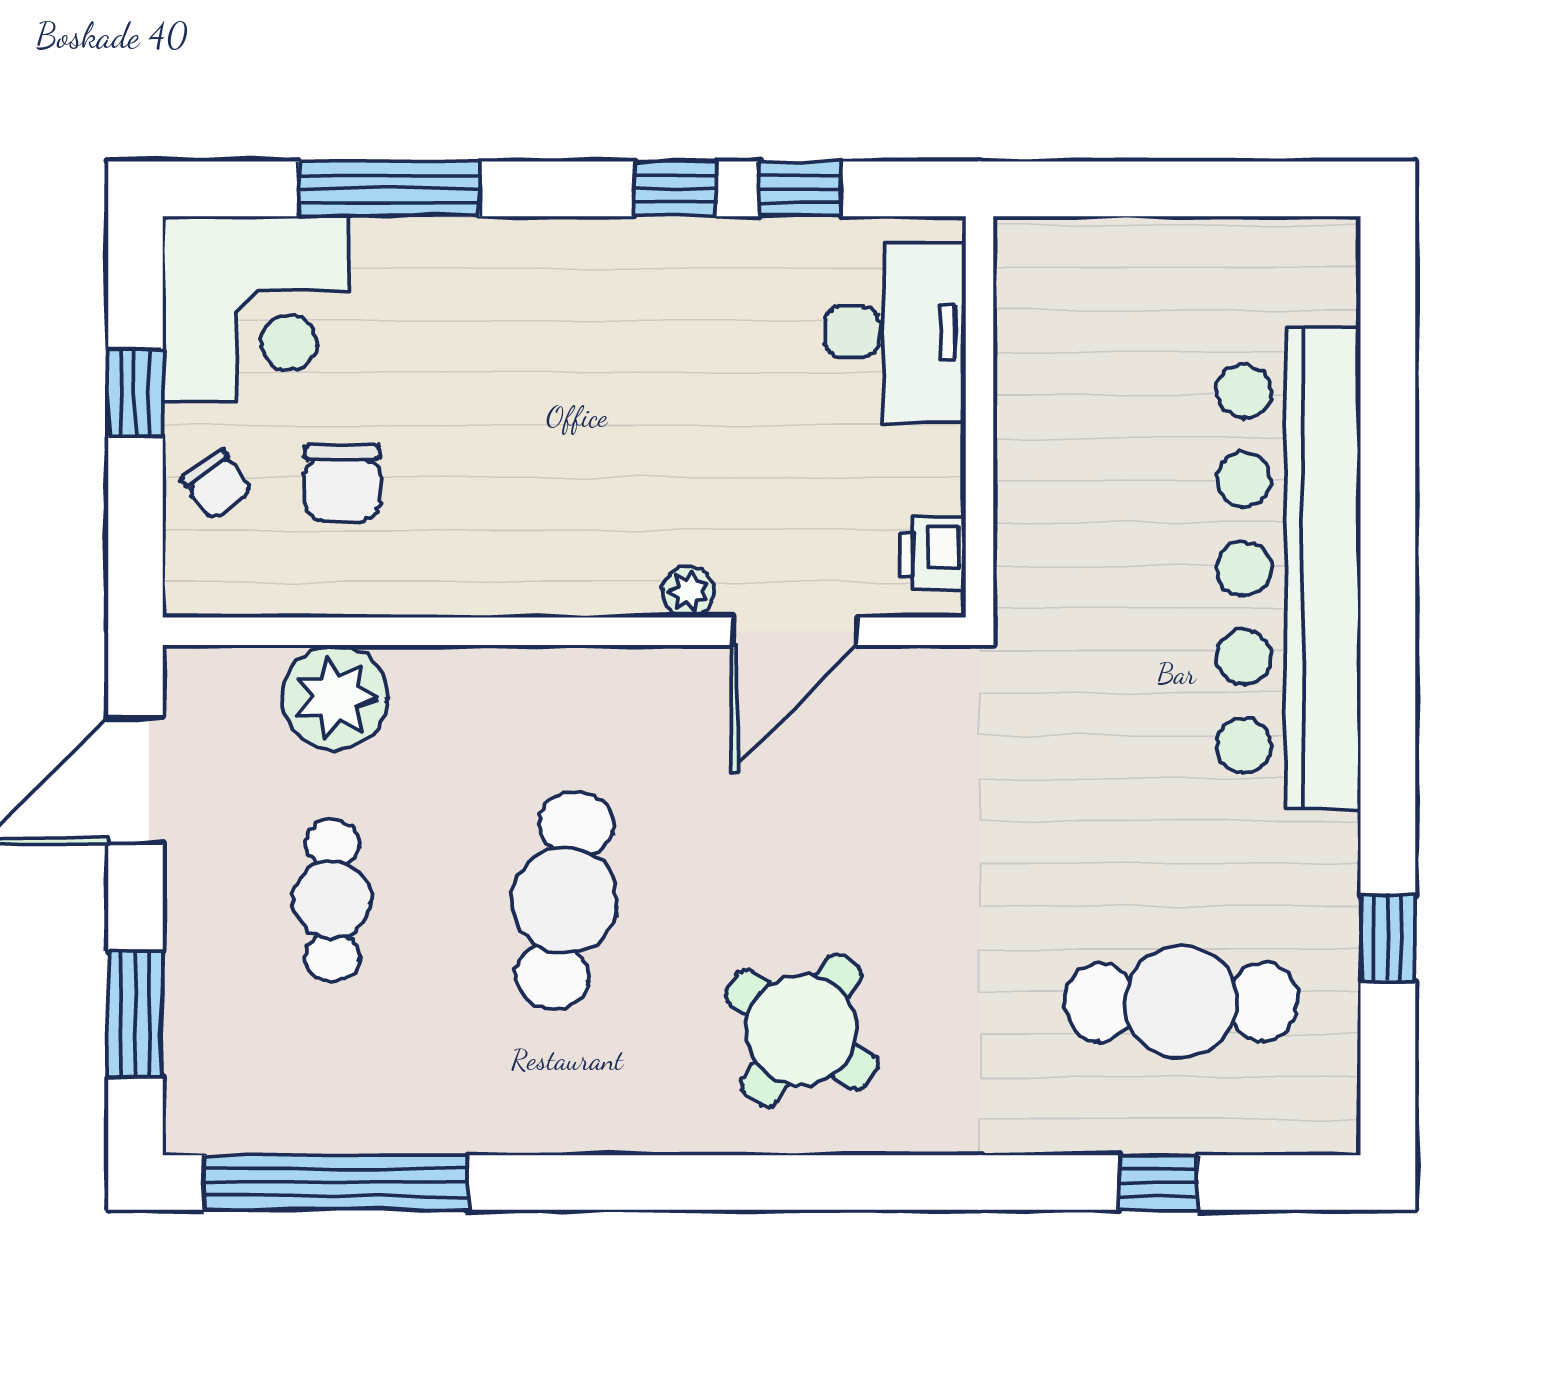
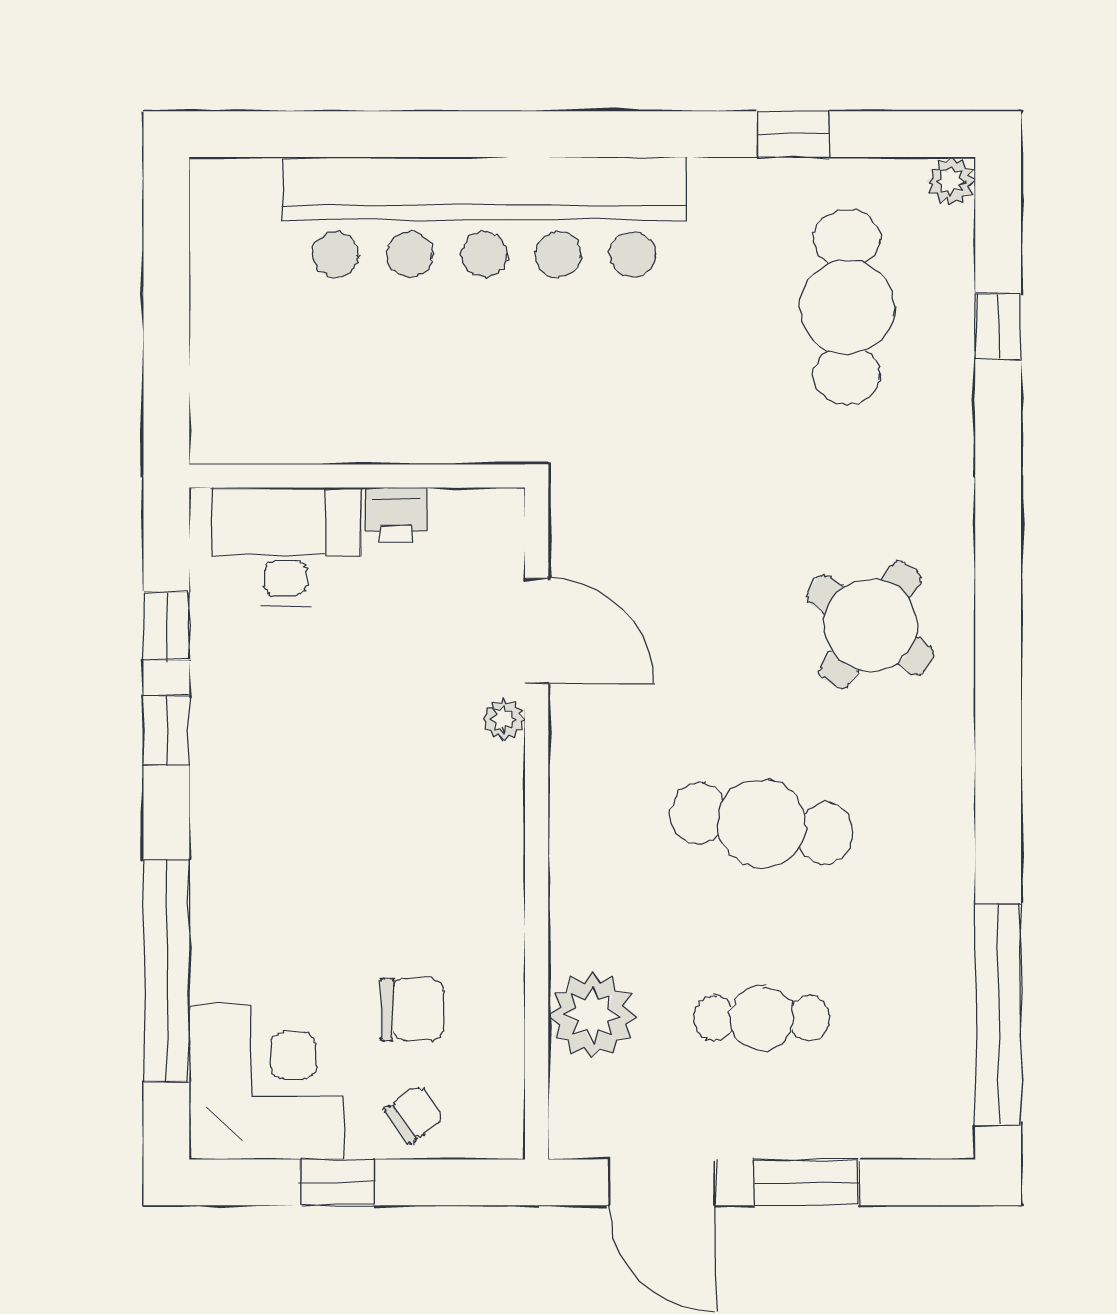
window: (389, 189) -> (166, 970), width x1.46
printer: (933, 554) -> (396, 515), moved
window: (136, 1014) -> (806, 1182), moved
plant: (1332, 1126) -> (951, 181), added

